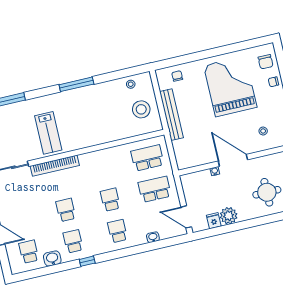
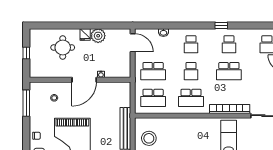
door: (233, 160) -> (84, 80), hinge flipped
school desk: (103, 168) -> (191, 98), added
school desk: (66, 210) -> (229, 71), width x1.85
fridge: (214, 221) -> (85, 34), moved
washbasin: (52, 258) -> (249, 34), removed

